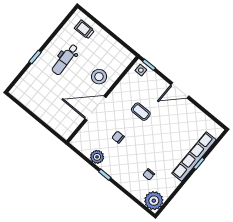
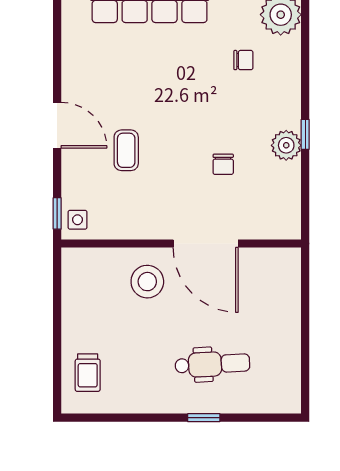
dental chair: (65, 59) -> (212, 364), moved
coffee table: (141, 112) -> (126, 150), moved
plant: (97, 157) -> (286, 145), moved

